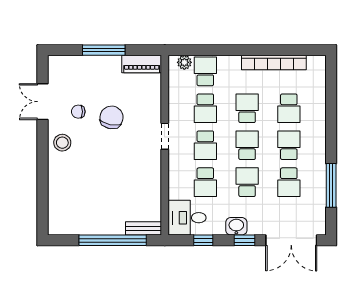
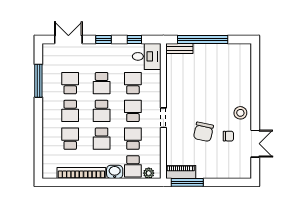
window: (104, 50) -> (187, 182), moved
washbasin: (236, 226) -> (115, 172), moved, turned 180
double door: (291, 240) -> (68, 39), width x0.73

